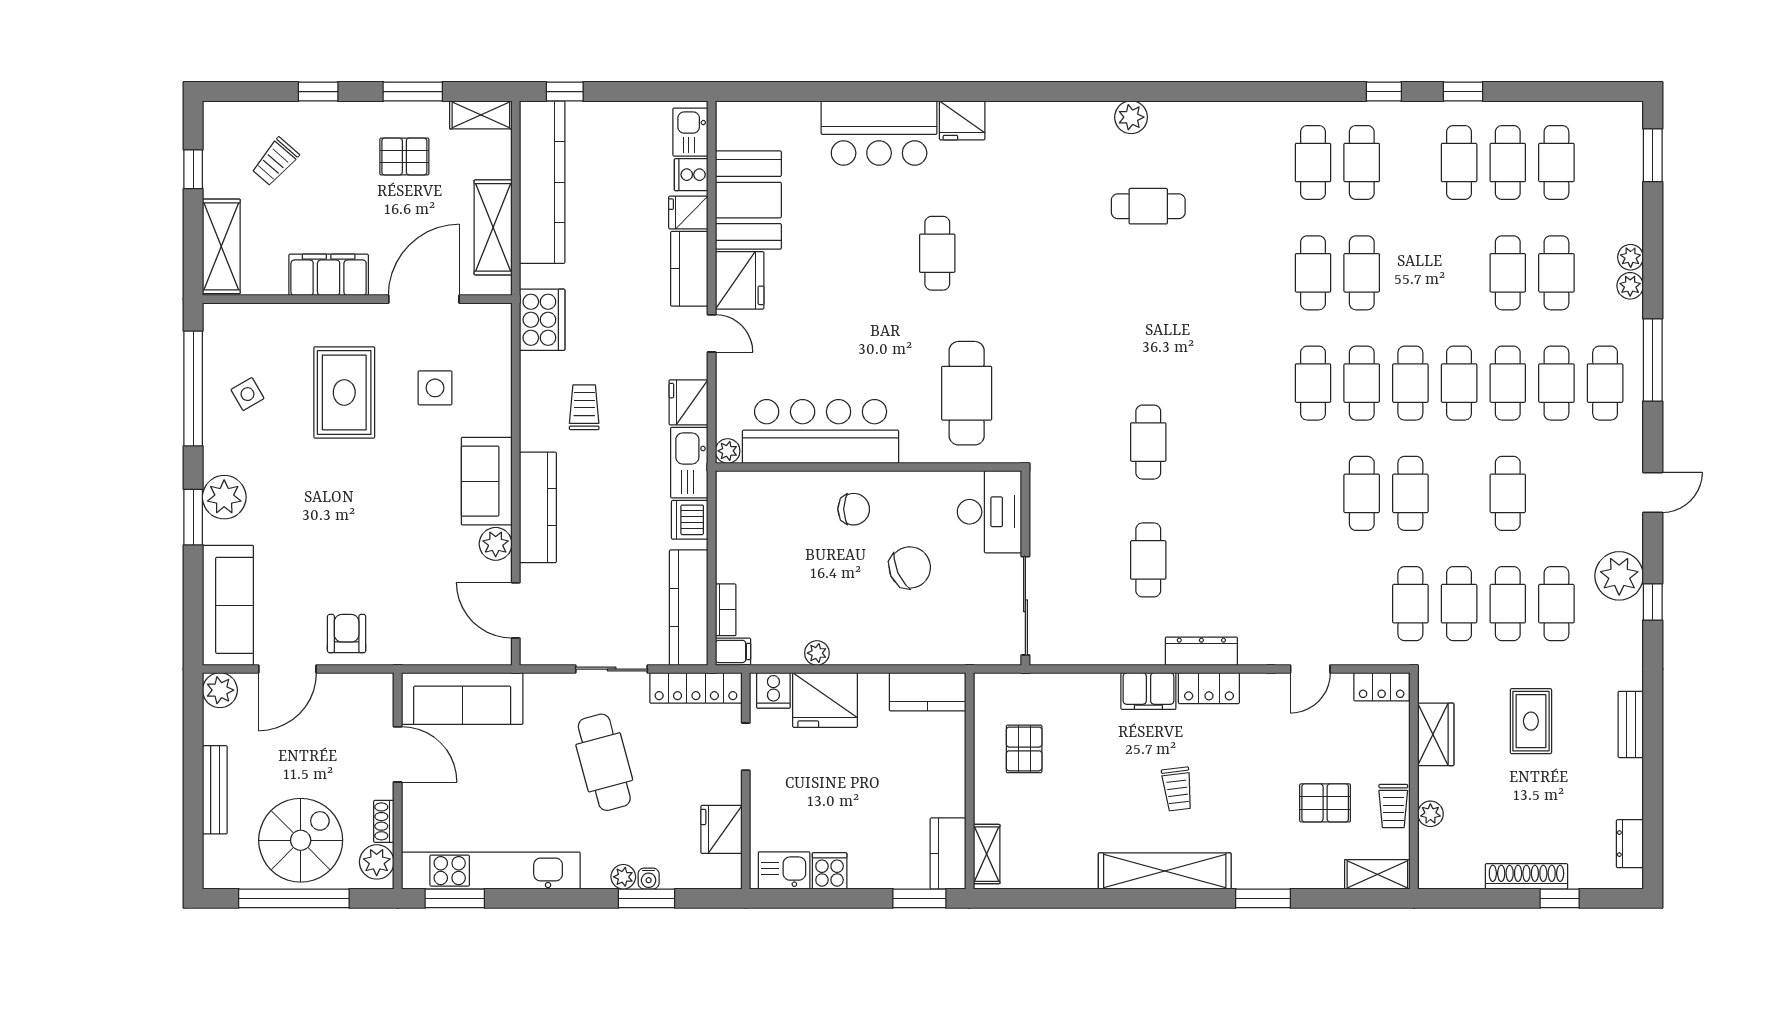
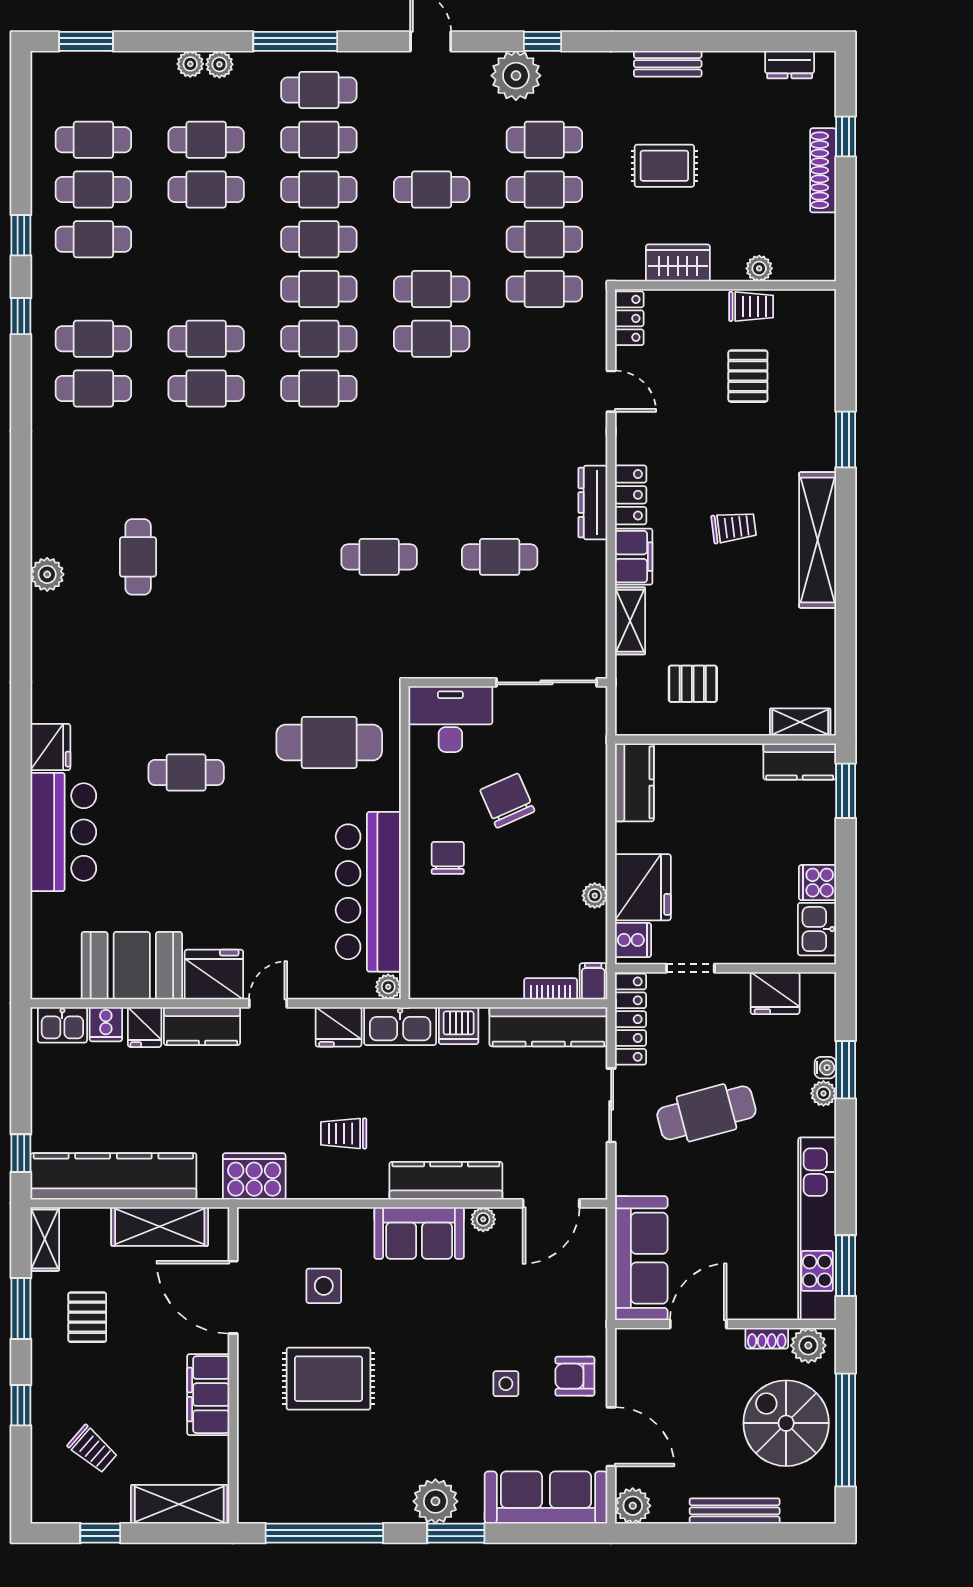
side table: (247, 394) -> (506, 1384), moved, turned 30
plant: (496, 544) -> (483, 1219), width x0.73, depth x0.73
shelving: (1377, 874) -> (630, 621), moved

